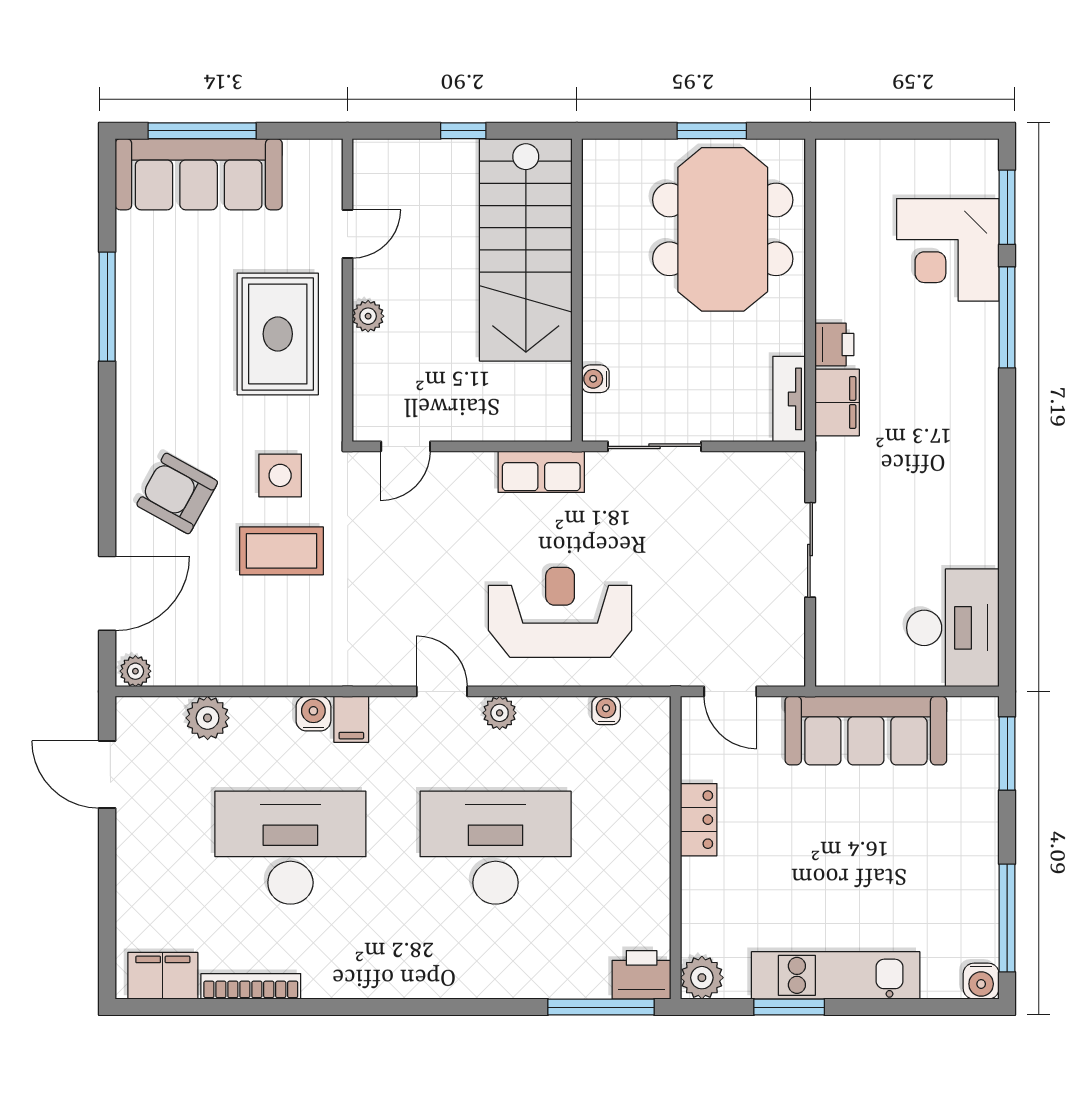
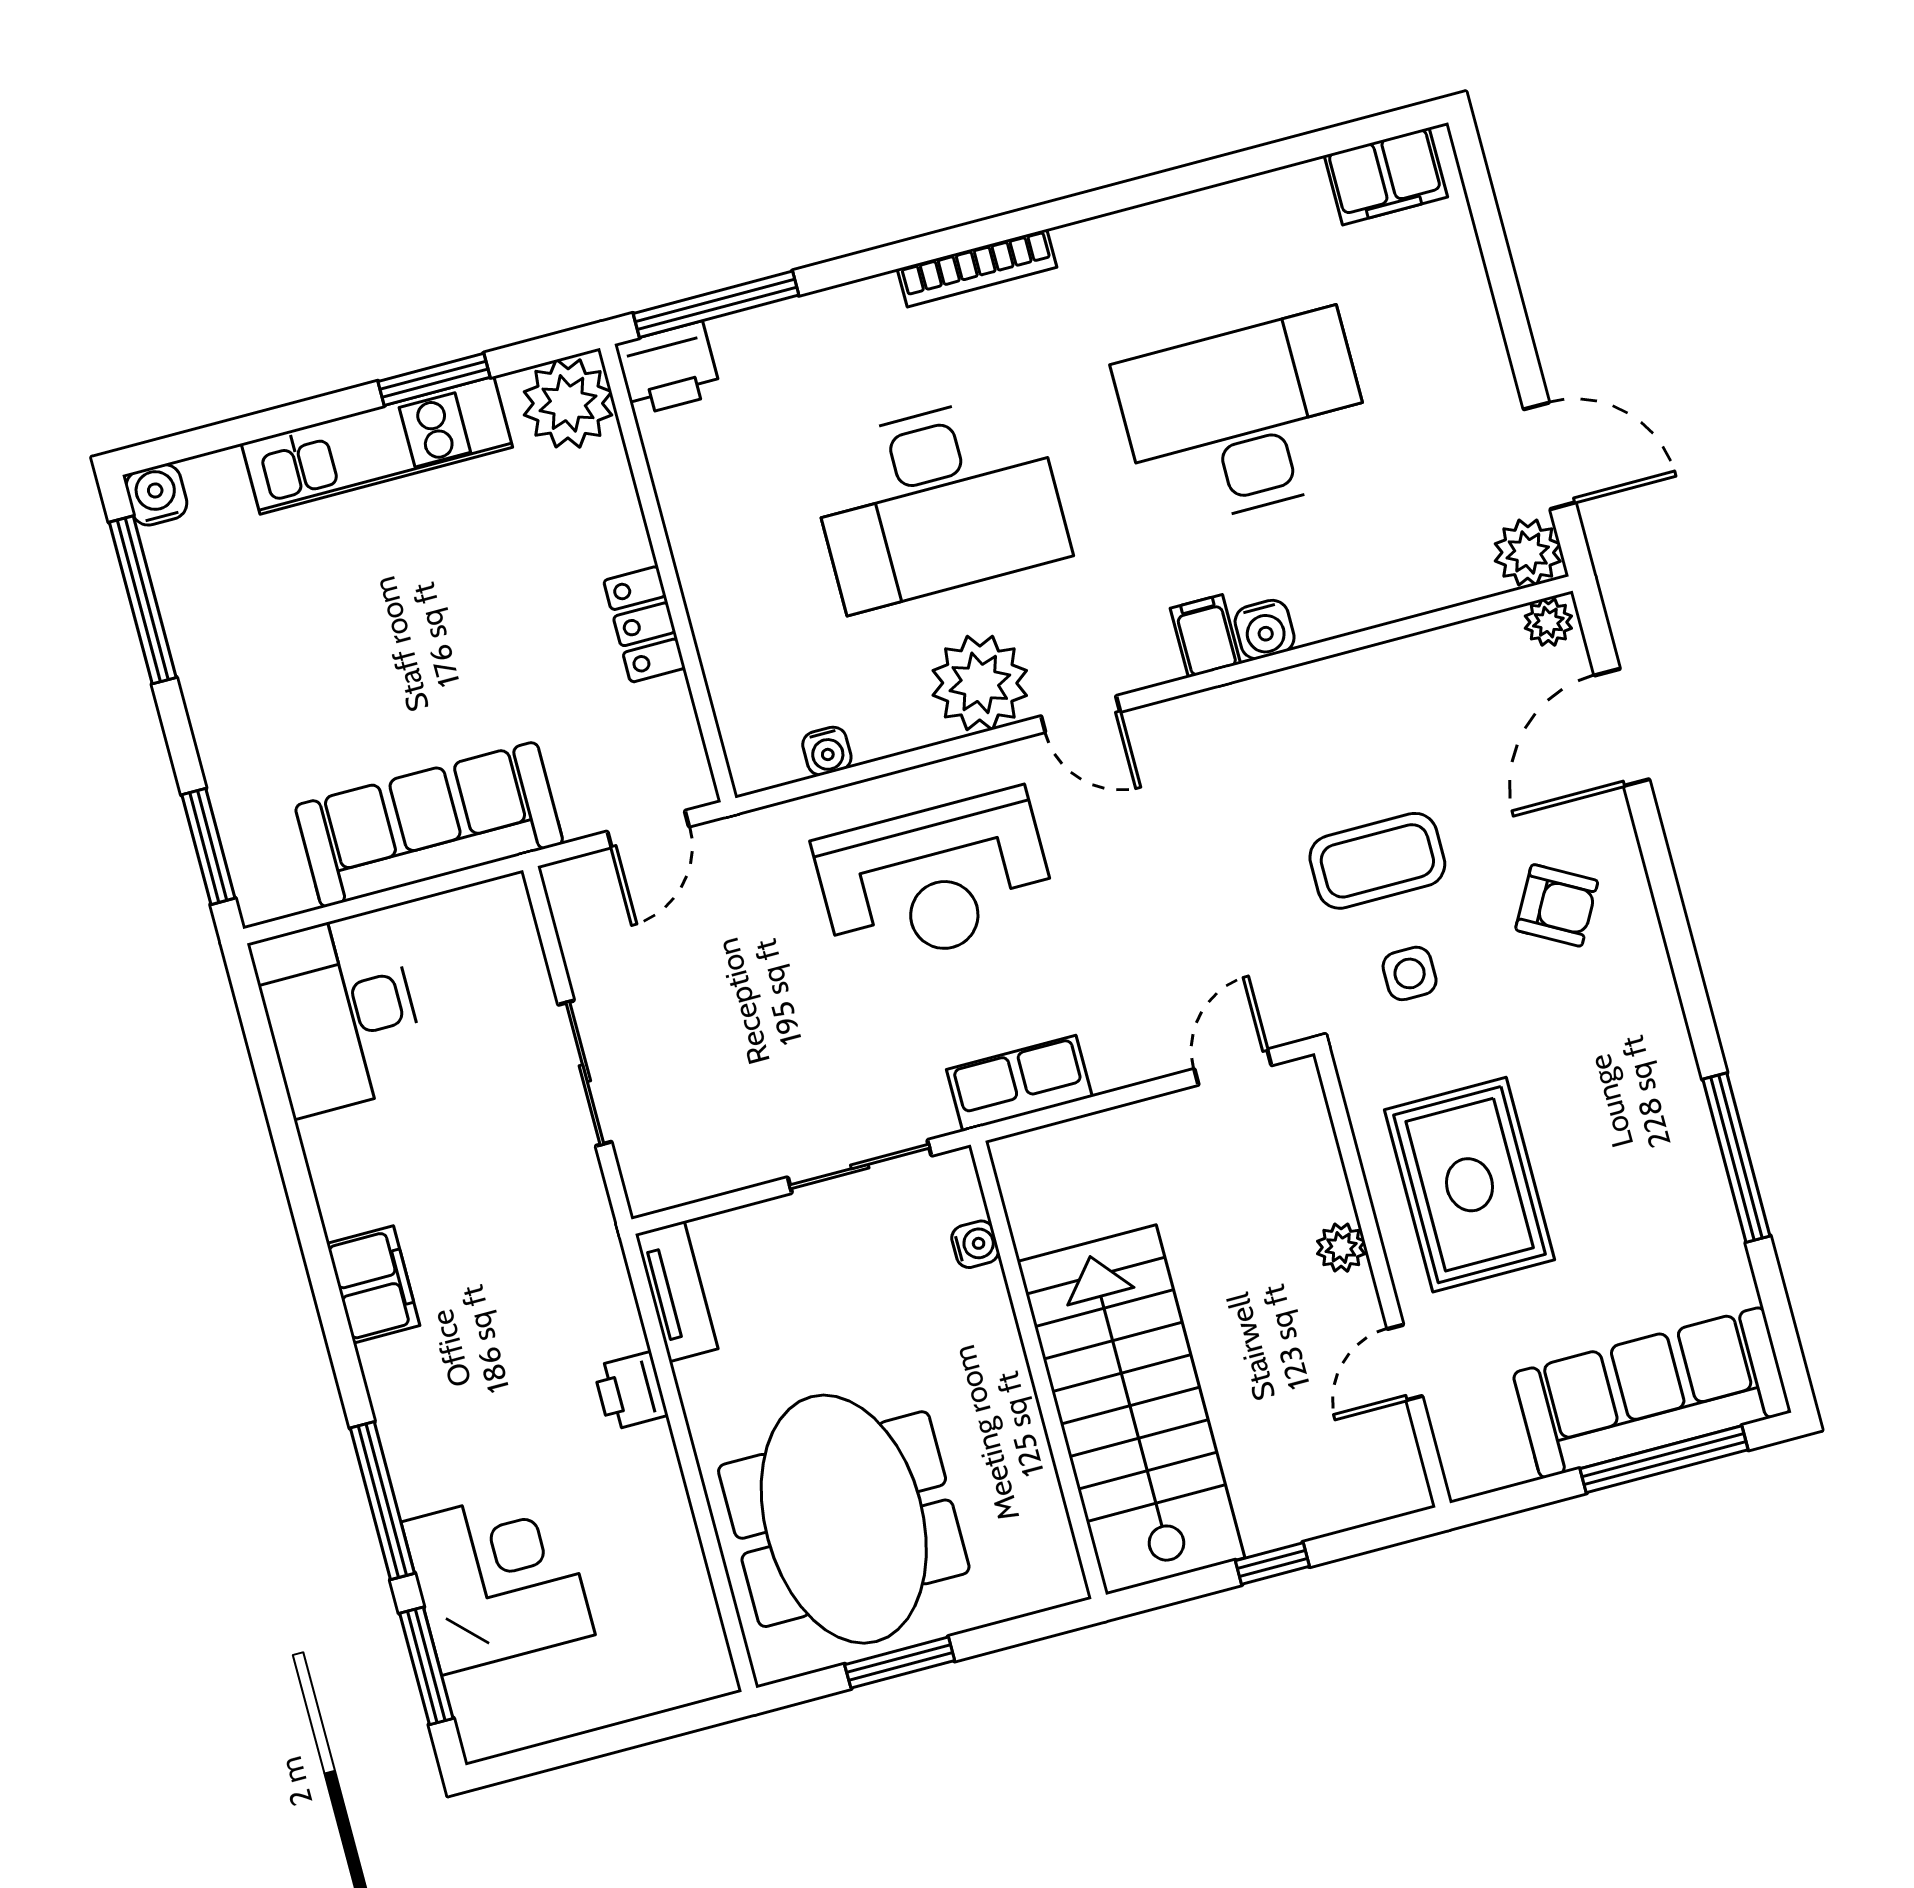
filing cabinet: (837, 402) -> (373, 1284), moved, turned 180
side table: (280, 475) -> (1410, 973), width x0.73, depth x0.73
armchair: (177, 493) -> (1557, 905), width x0.72, depth x0.72
door: (730, 691) -> (648, 829), swing flipped
plant: (500, 713) -> (980, 683), width x1.88, depth x1.88
plant: (208, 718) -> (1528, 553), moved
desk: (290, 848) -> (1246, 419), turned 180
plant: (702, 978) -> (568, 403), width x1.36, depth x1.36
bookcase: (251, 986) -> (977, 268), moved

